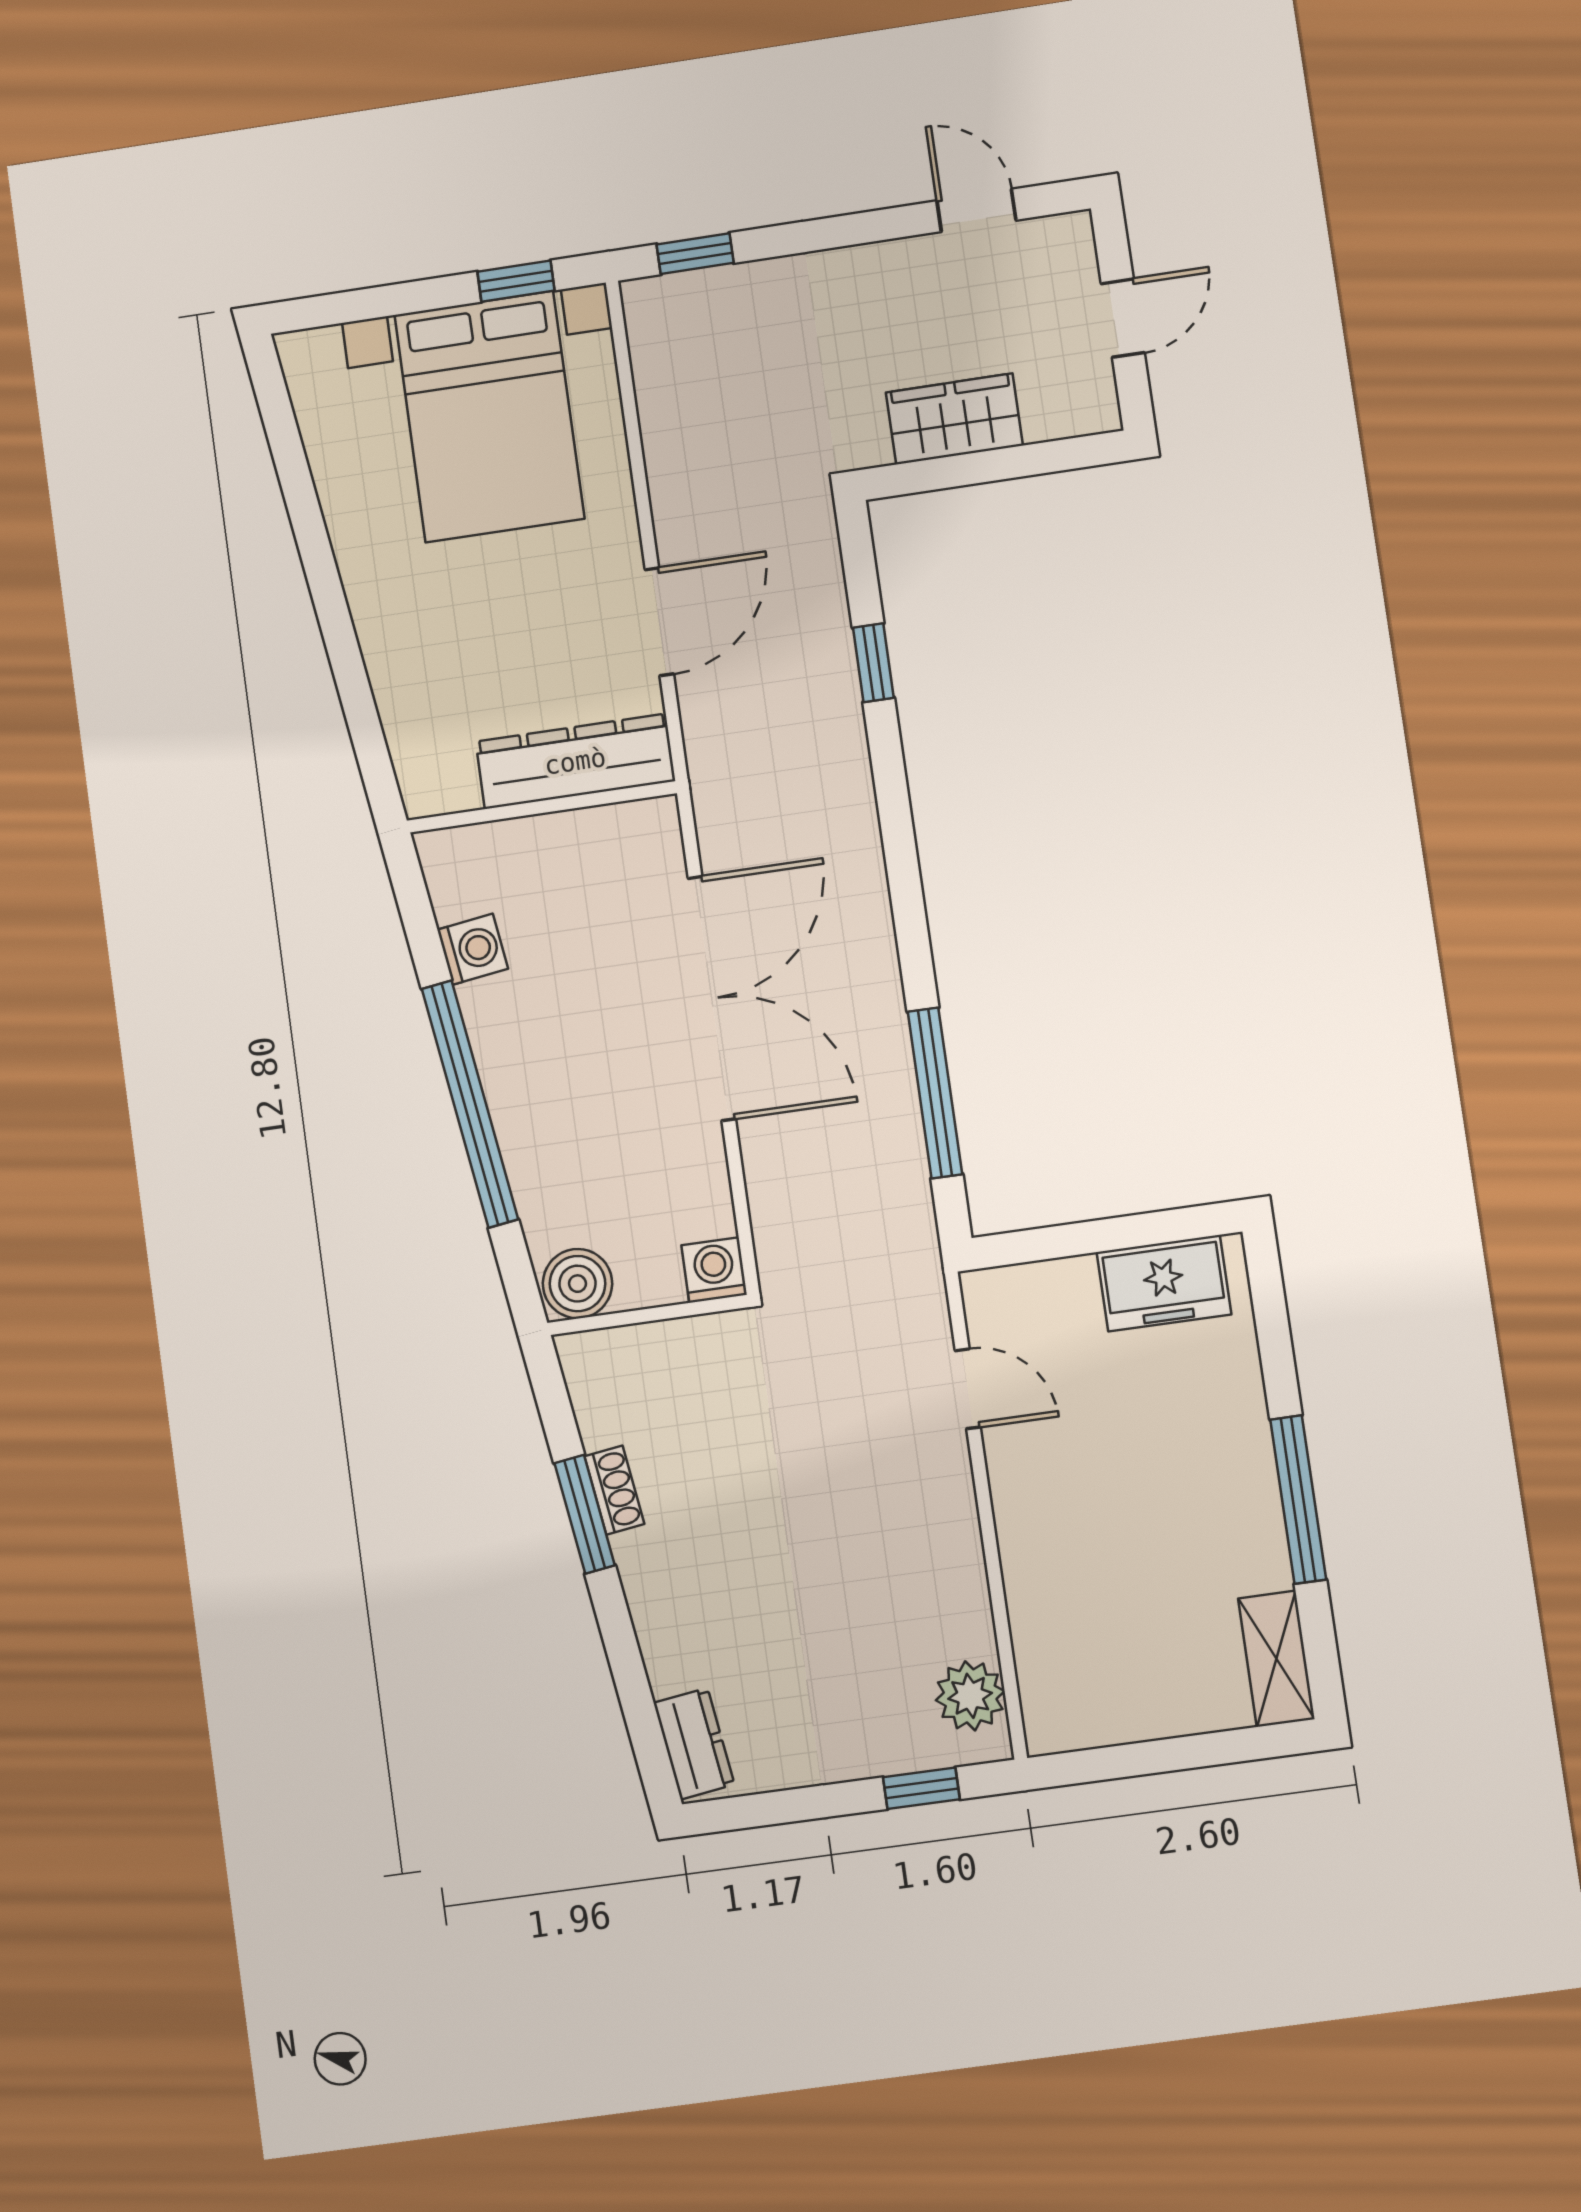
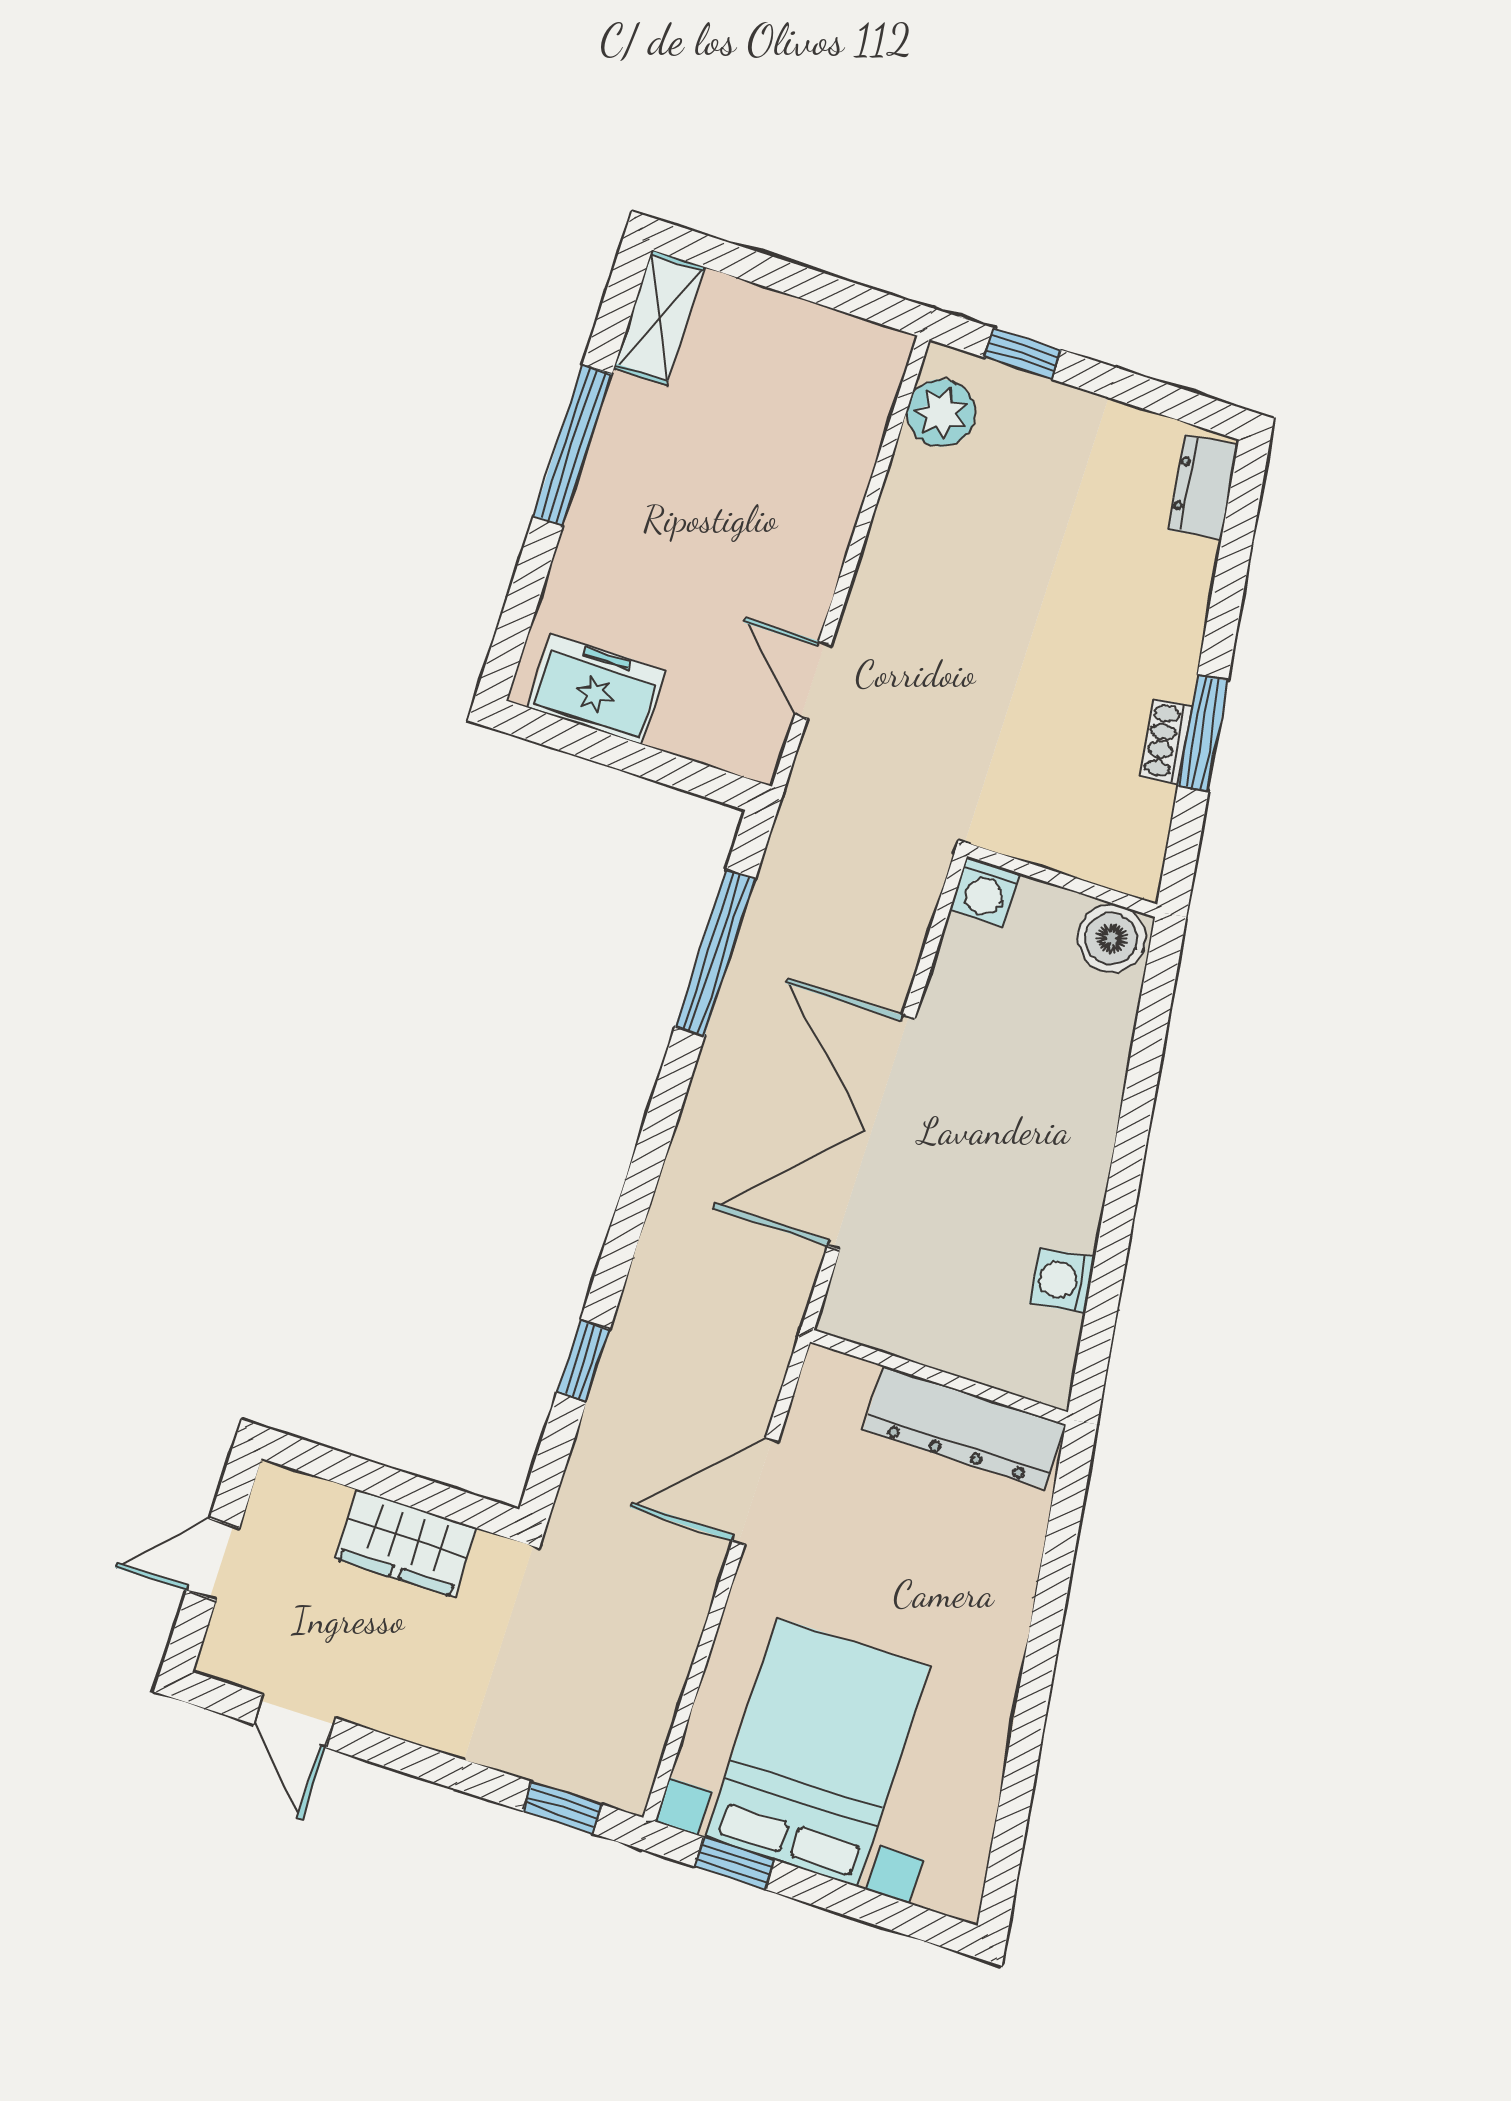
dresser: (575, 761) -> (964, 1427), moved
window: (470, 1104) -> (1131, 1144), removed

